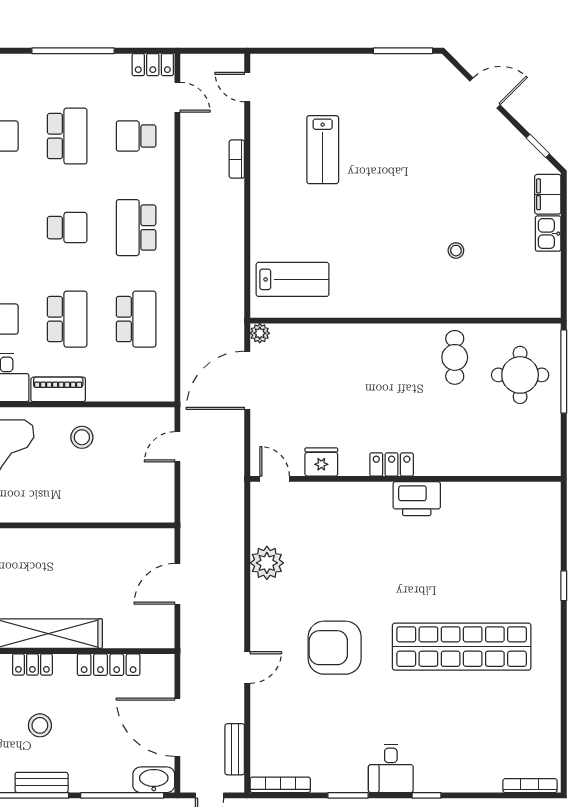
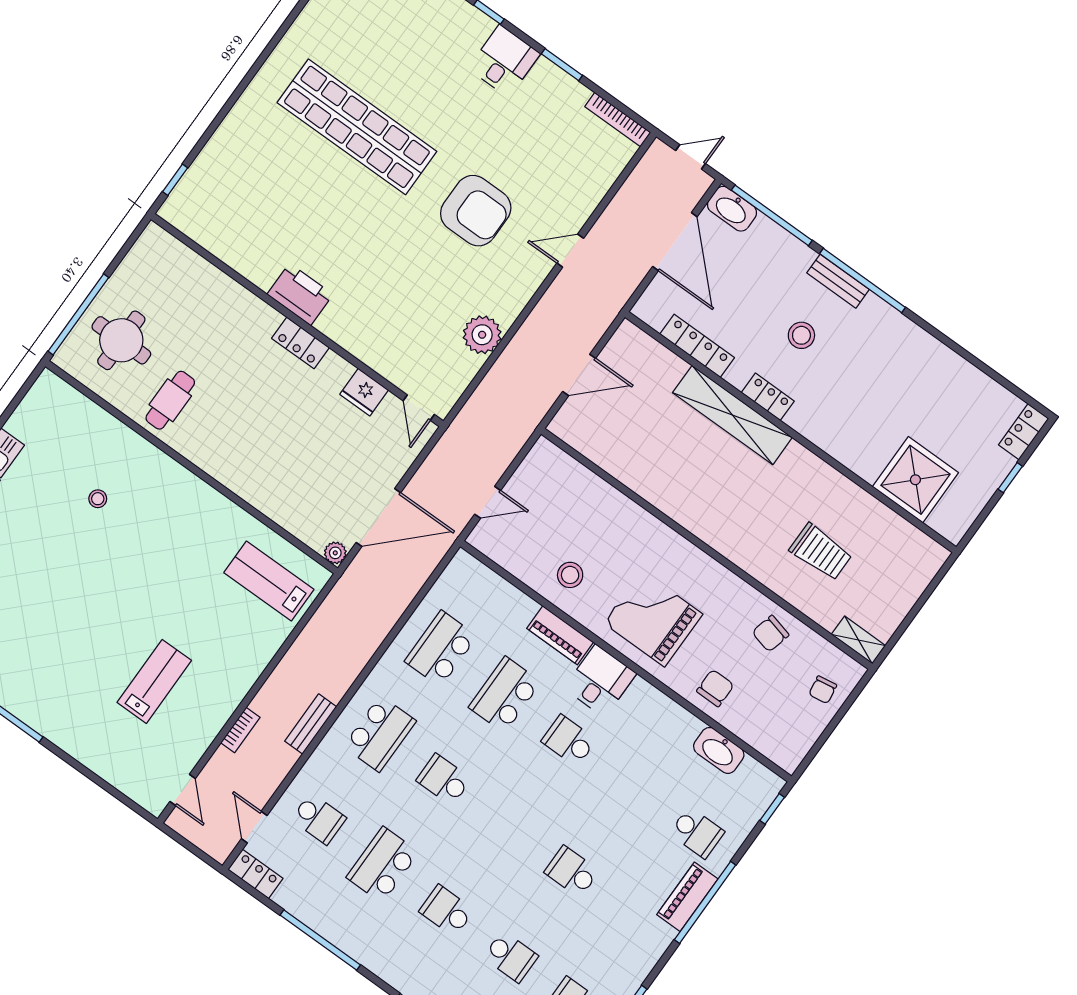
window: (564, 586) -> (175, 180), moved
bench: (235, 749) -> (311, 724), moved

